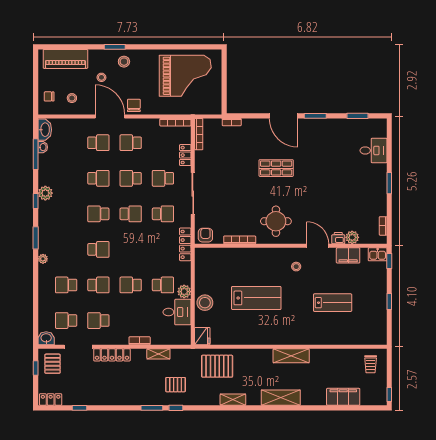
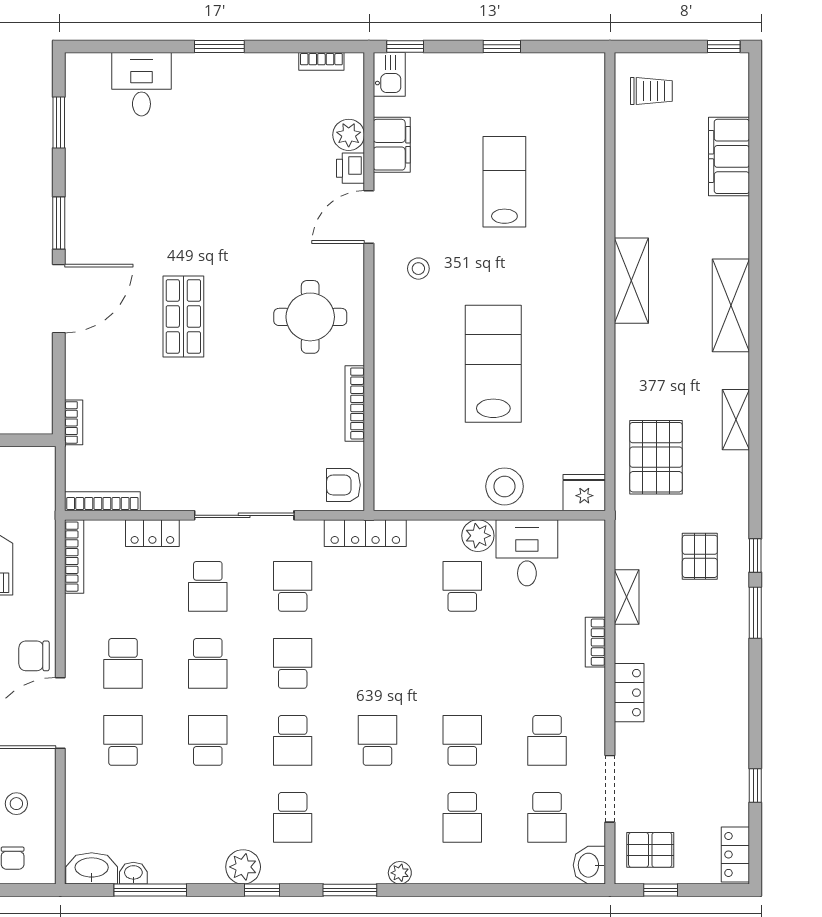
school desk: (131, 285) -> (293, 817), moved
locker: (112, 355) -> (629, 693), width x0.66

